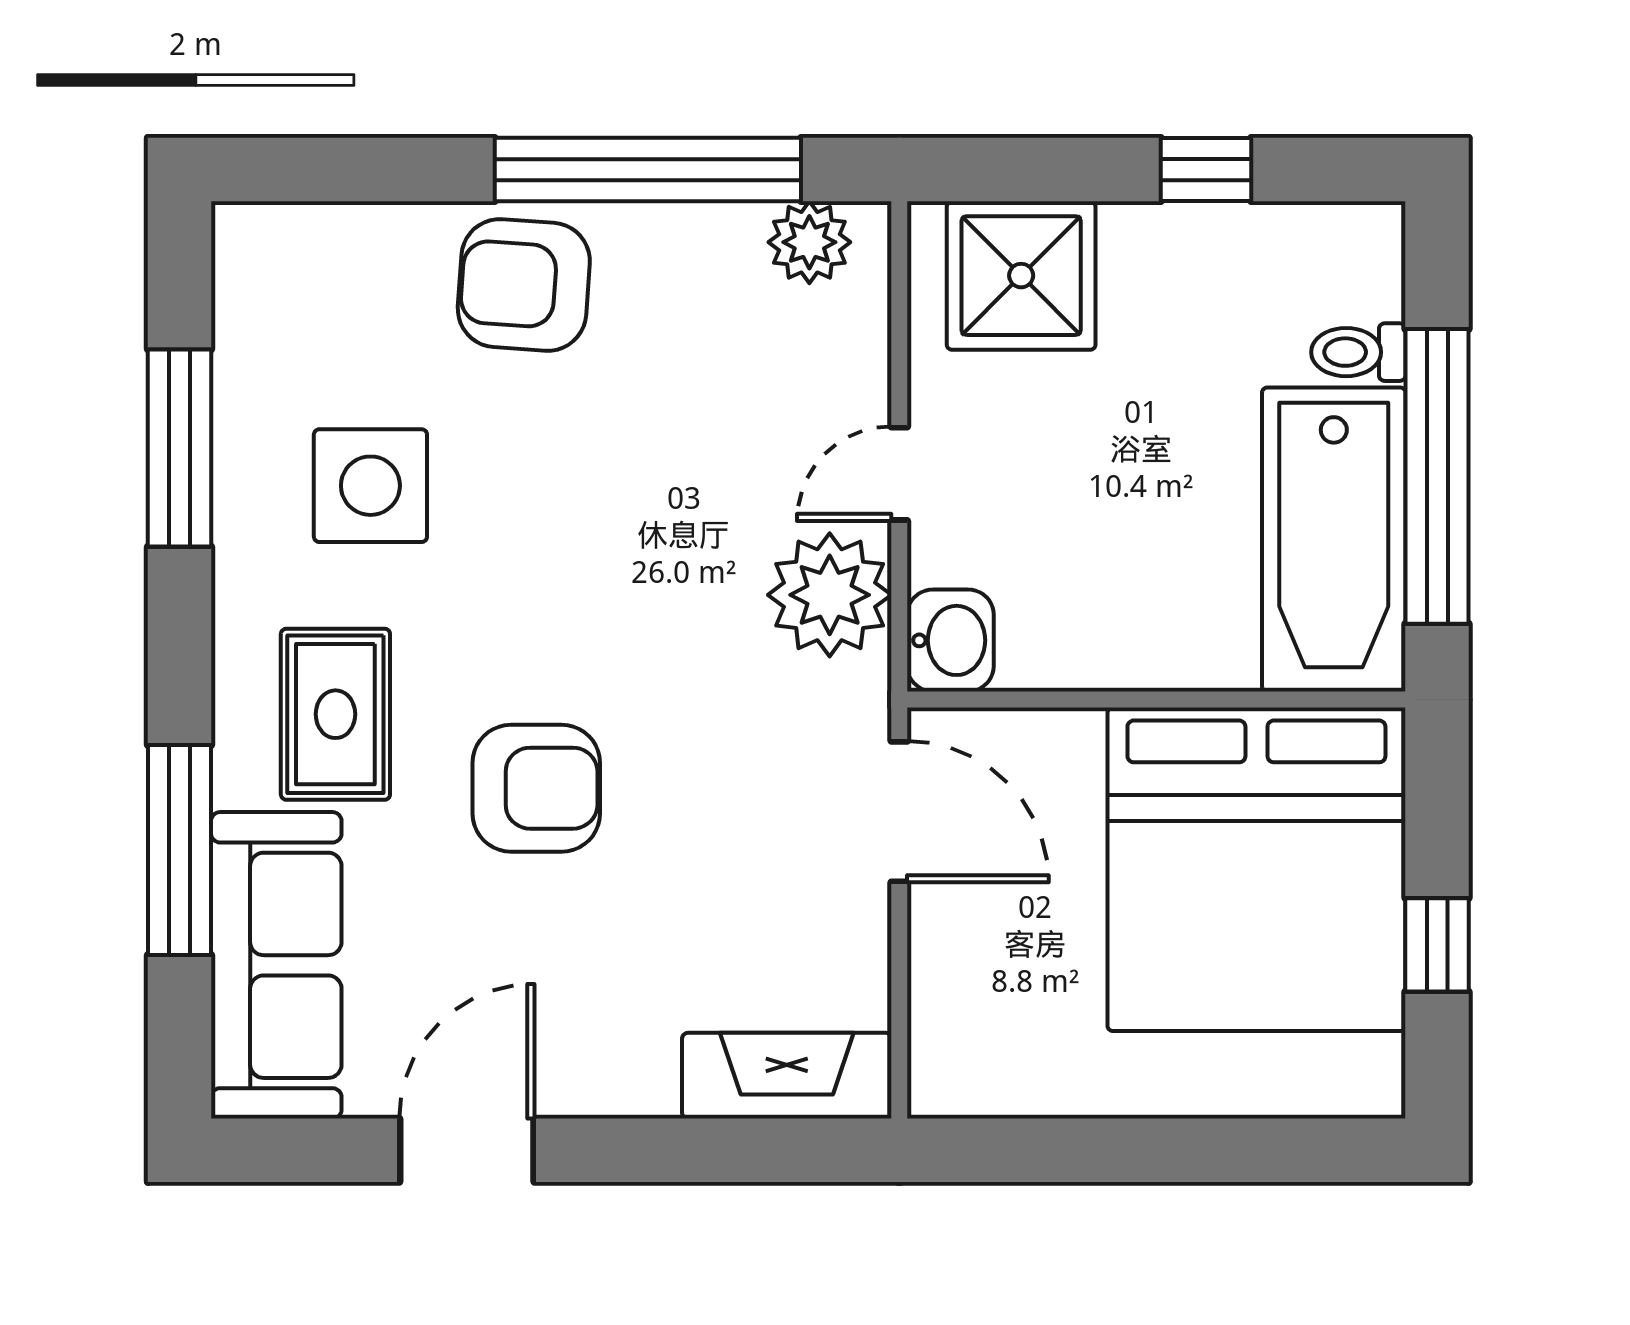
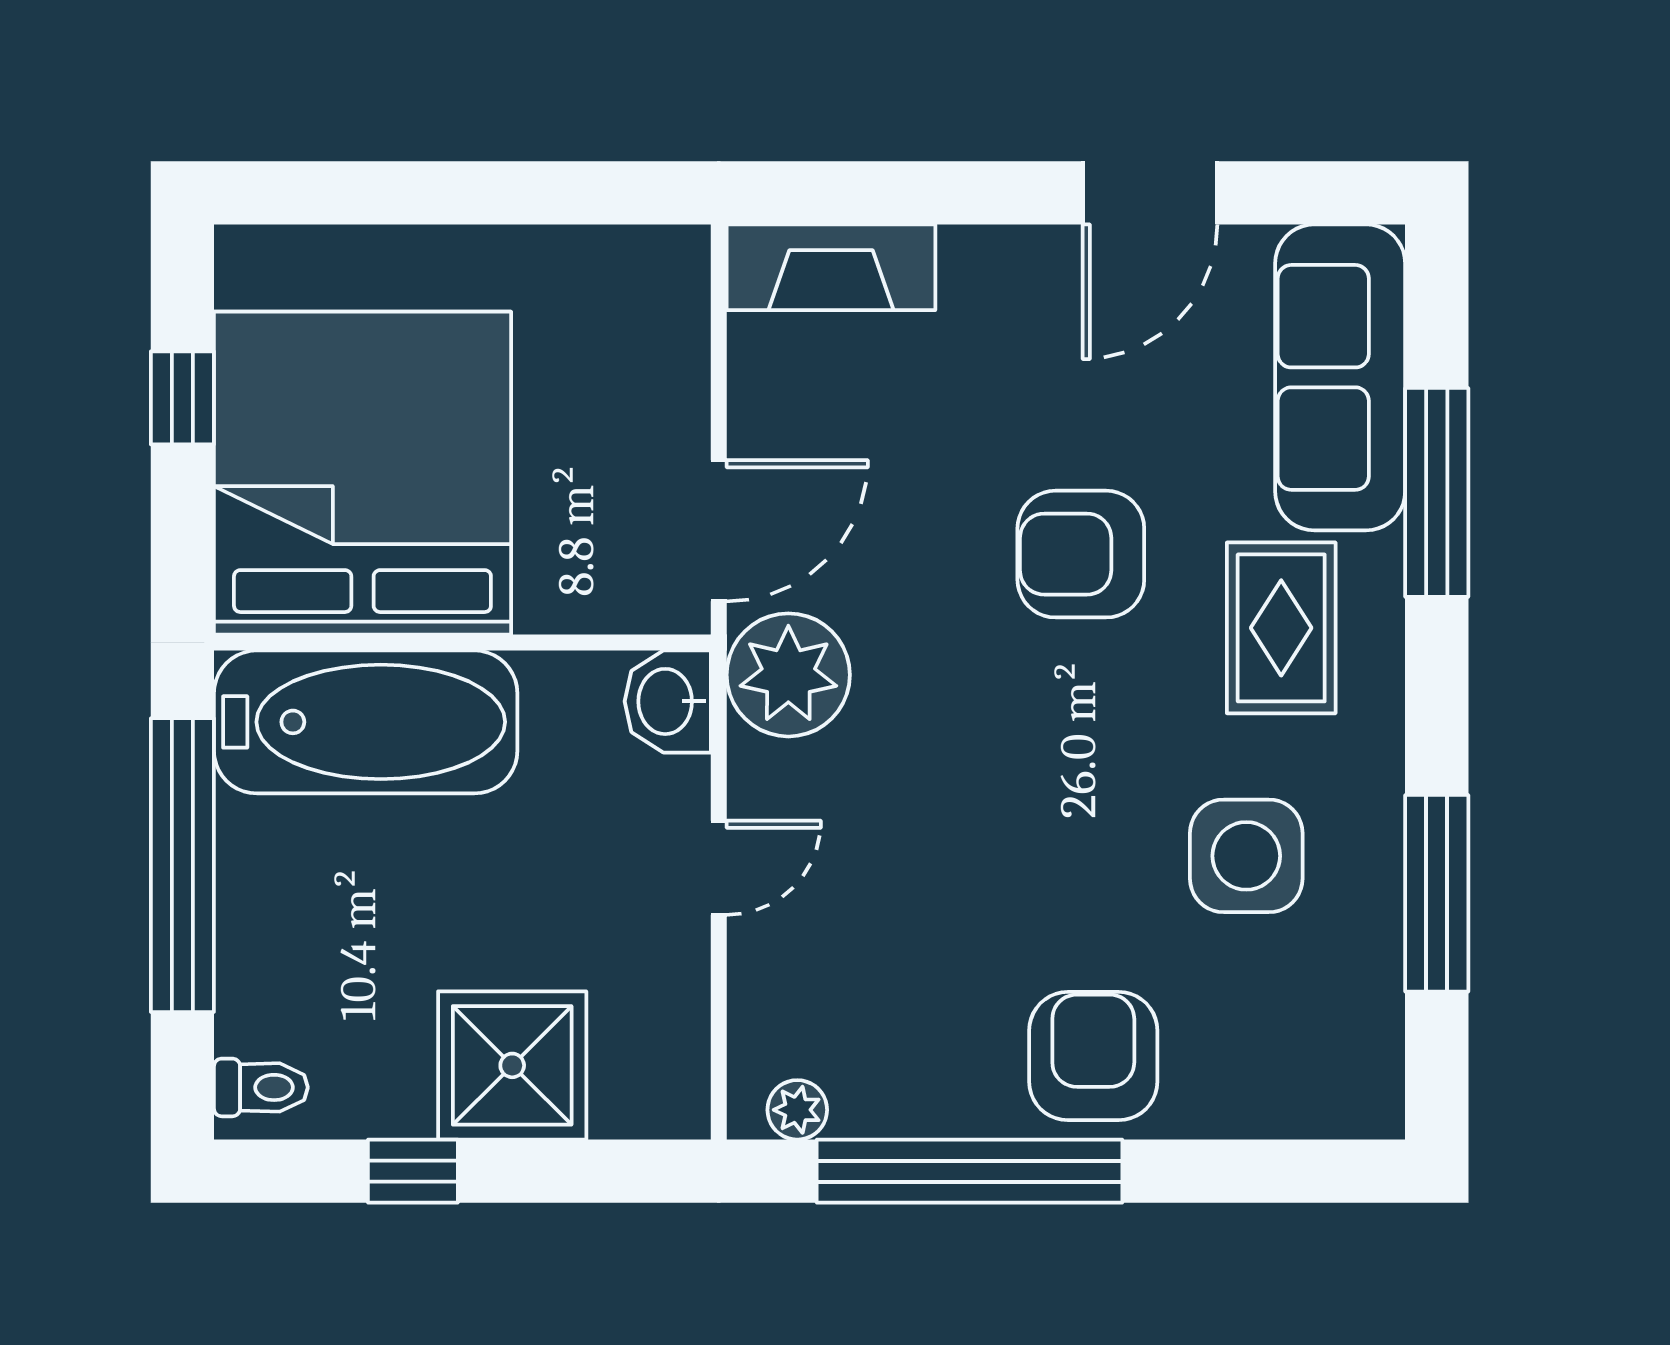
plant: (809, 242) -> (797, 1110), width x0.73, depth x0.73
shower: (1021, 276) -> (512, 1065), moved
armchair: (524, 285) -> (1093, 1056), turned -94
toilet: (1358, 352) -> (261, 1087), moved
bathtub: (1334, 539) -> (366, 722), moved, turned 90
plant: (830, 595) -> (788, 675), moved
door: (899, 812) -> (719, 531), swing flipped

